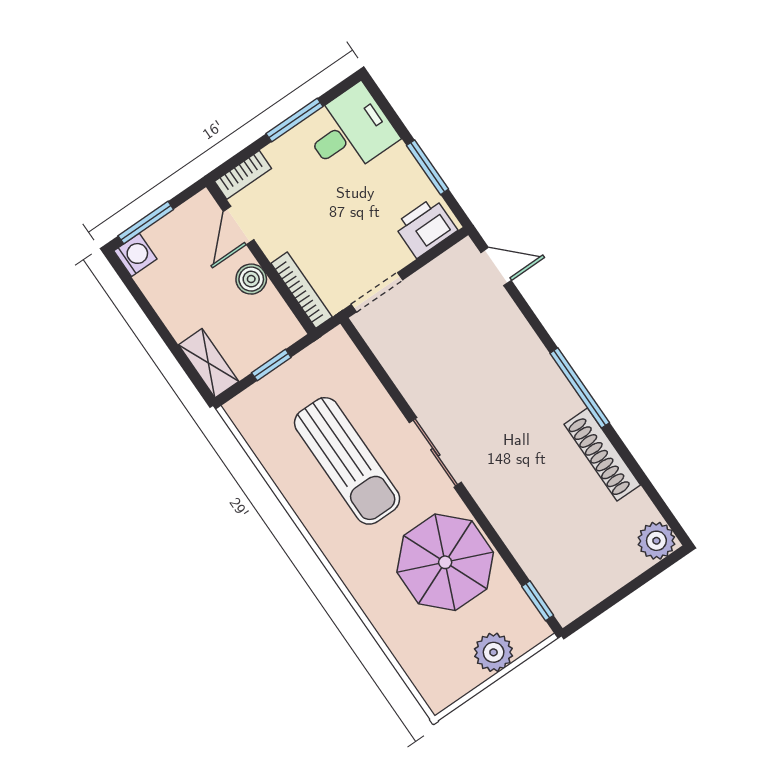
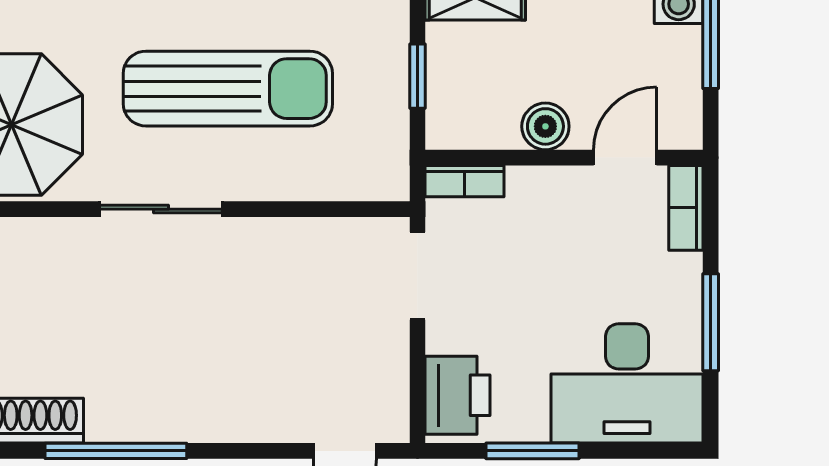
desk: (350, 131) -> (627, 383), width x1.37
door: (239, 225) -> (625, 158), hinge flipped
bookcase: (302, 290) -> (464, 181), width x0.64
sun lounger: (347, 461) -> (228, 89), turned 180

